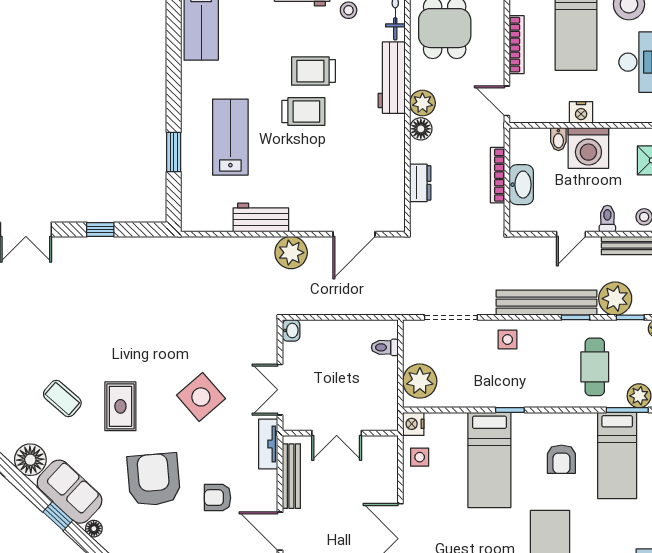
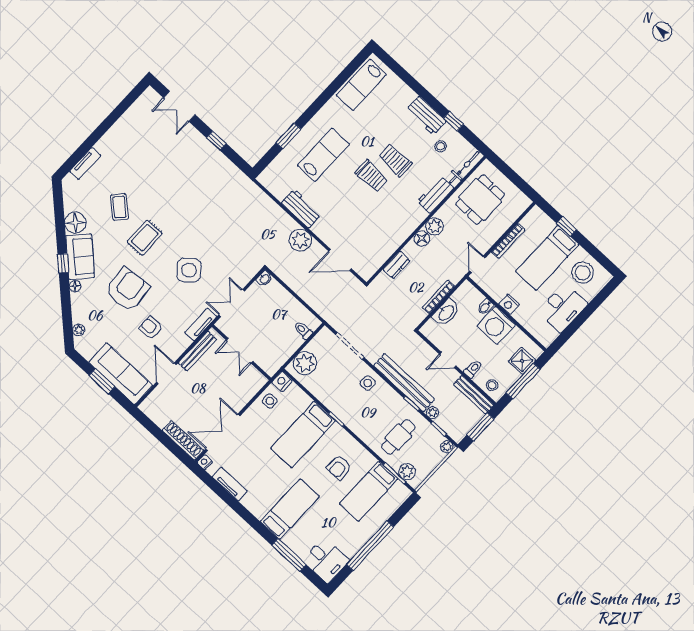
workbench: (392, 78) -> (435, 195), width x0.73
plant: (615, 299) -> (433, 413), width x0.53, depth x0.53

